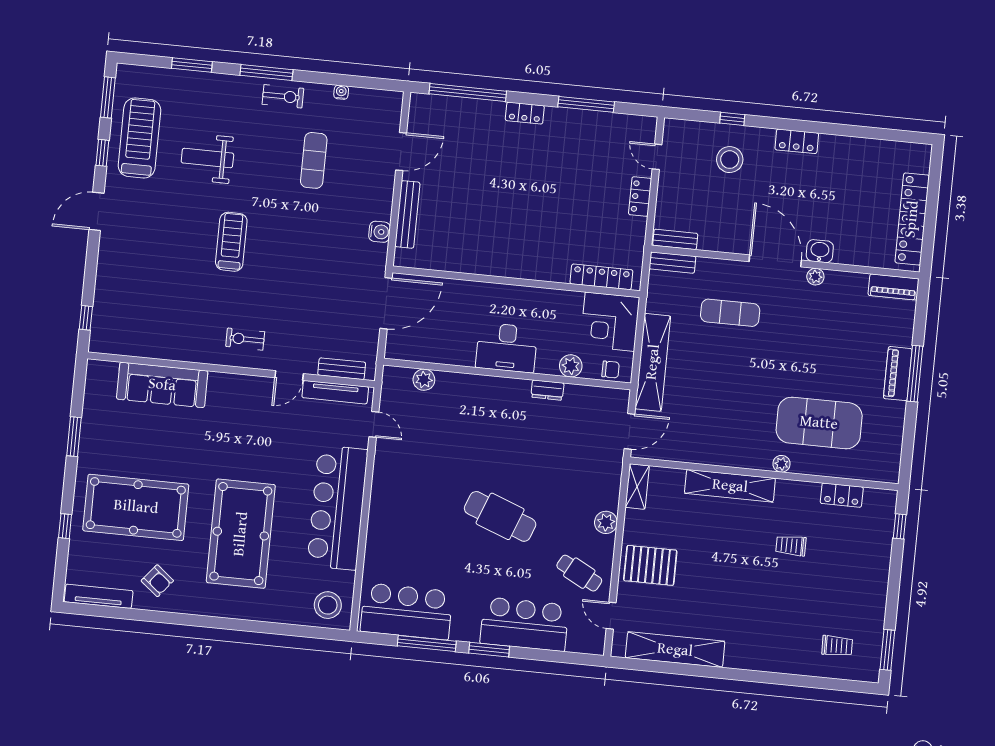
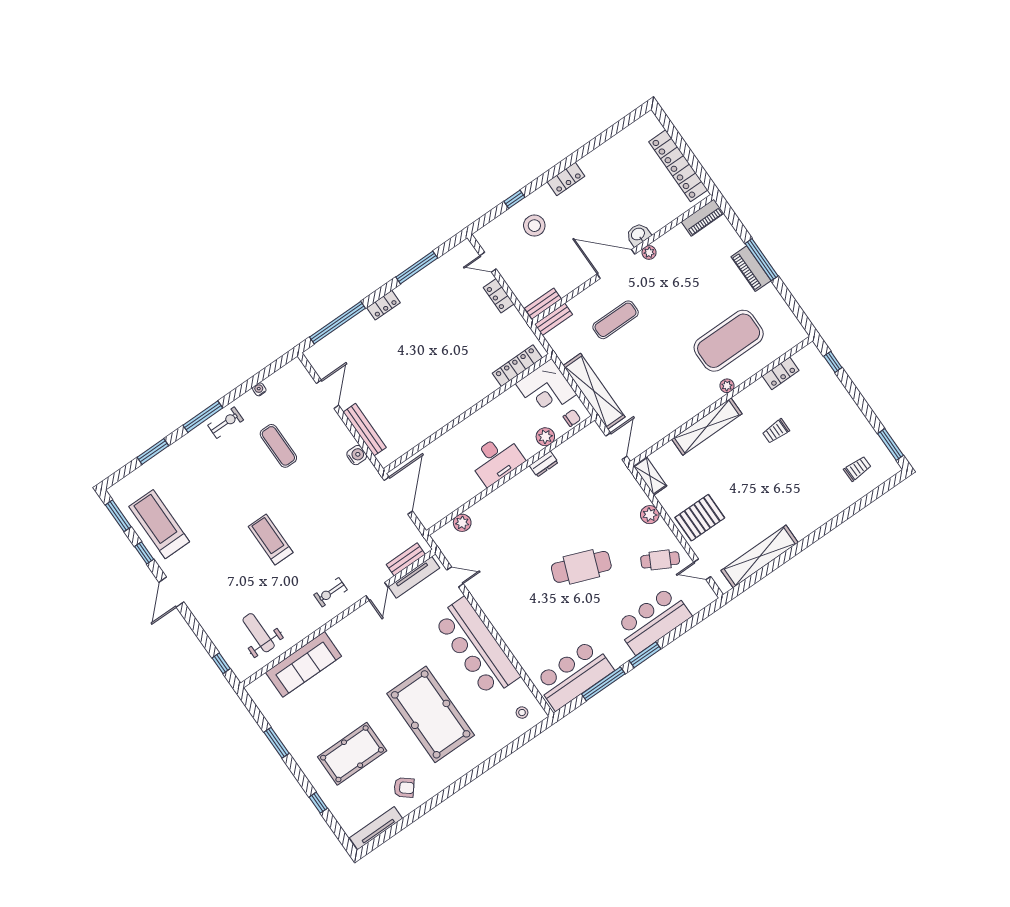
weight bench: (207, 158) -> (259, 633), moved, turned 90
pool table: (136, 507) -> (352, 754), width x0.73, depth x0.76
stool: (328, 605) -> (522, 713), width x0.53, depth x0.53

